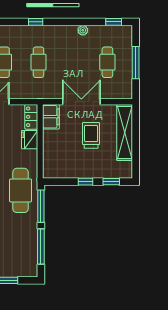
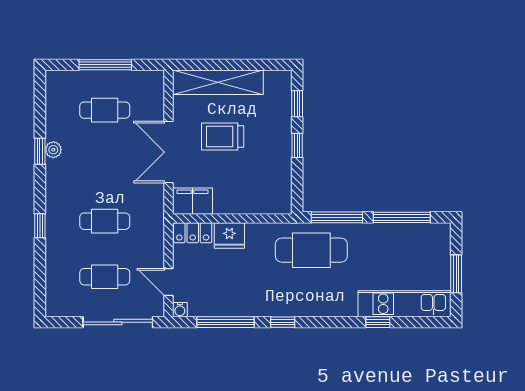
window: (114, 22) -> (40, 151), moved

